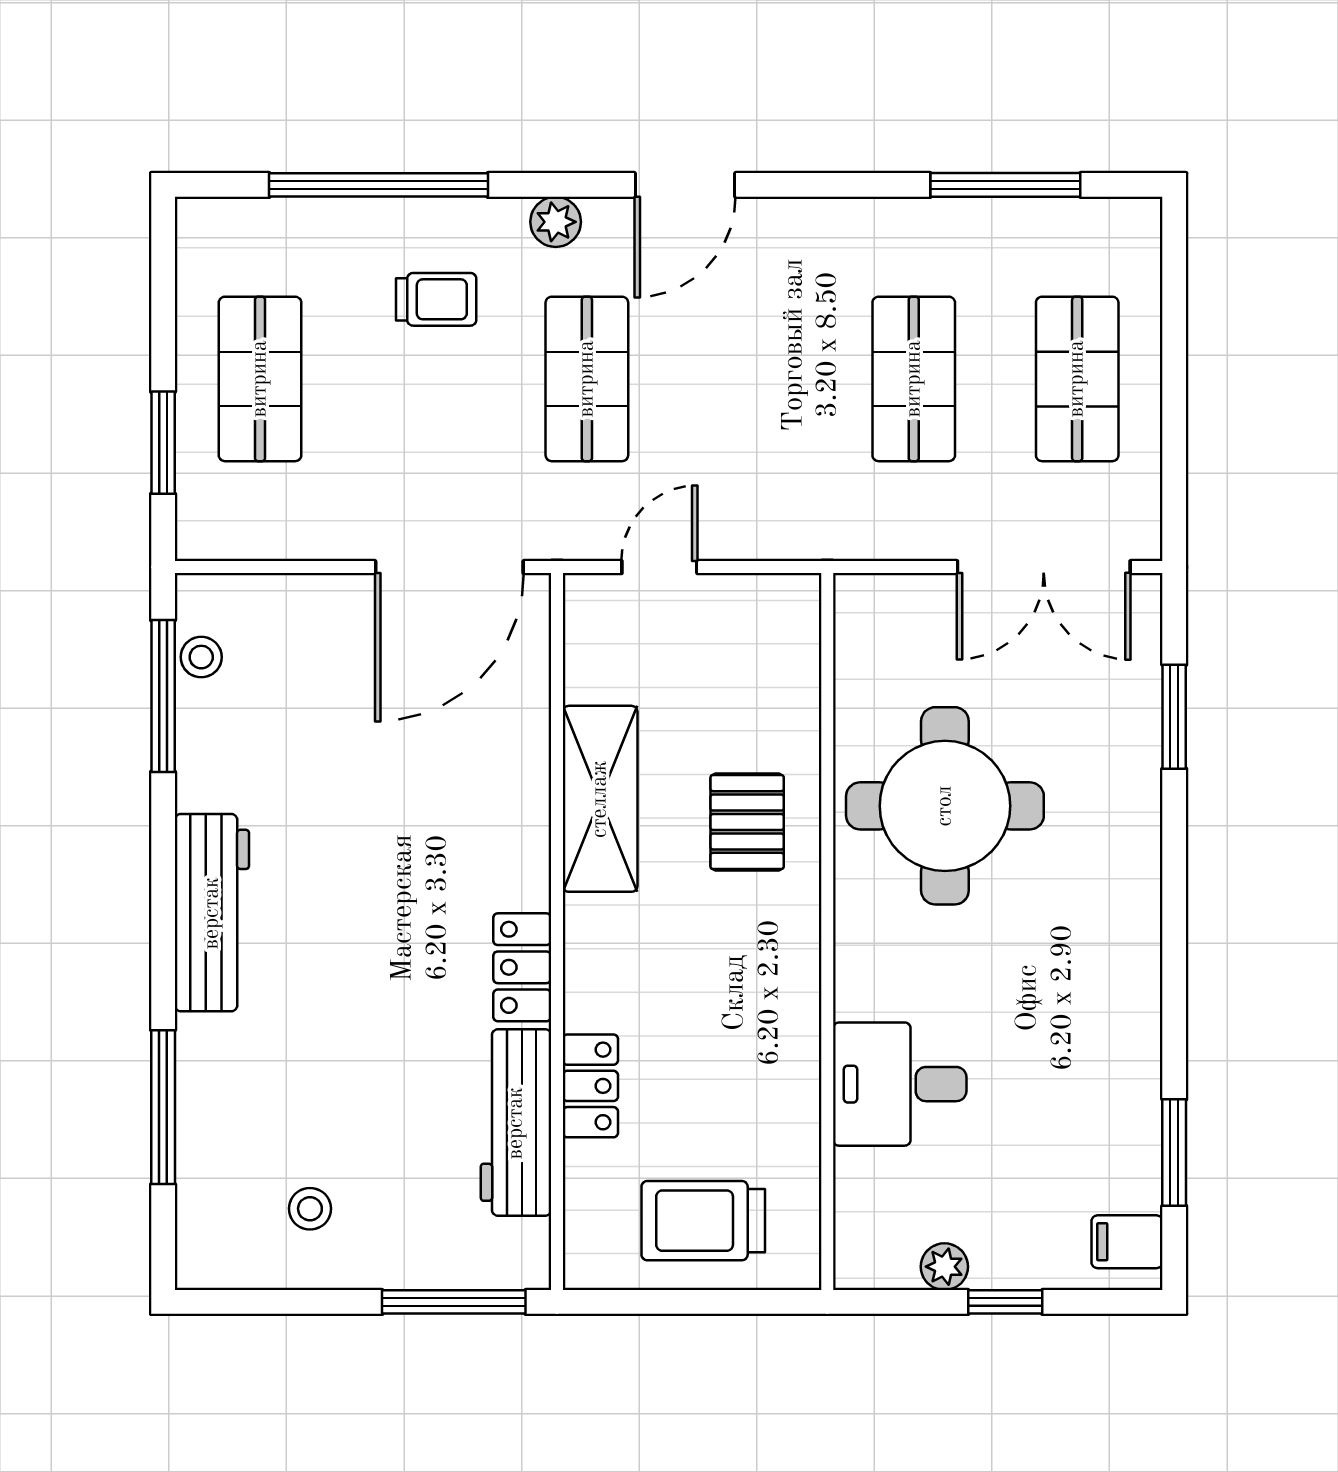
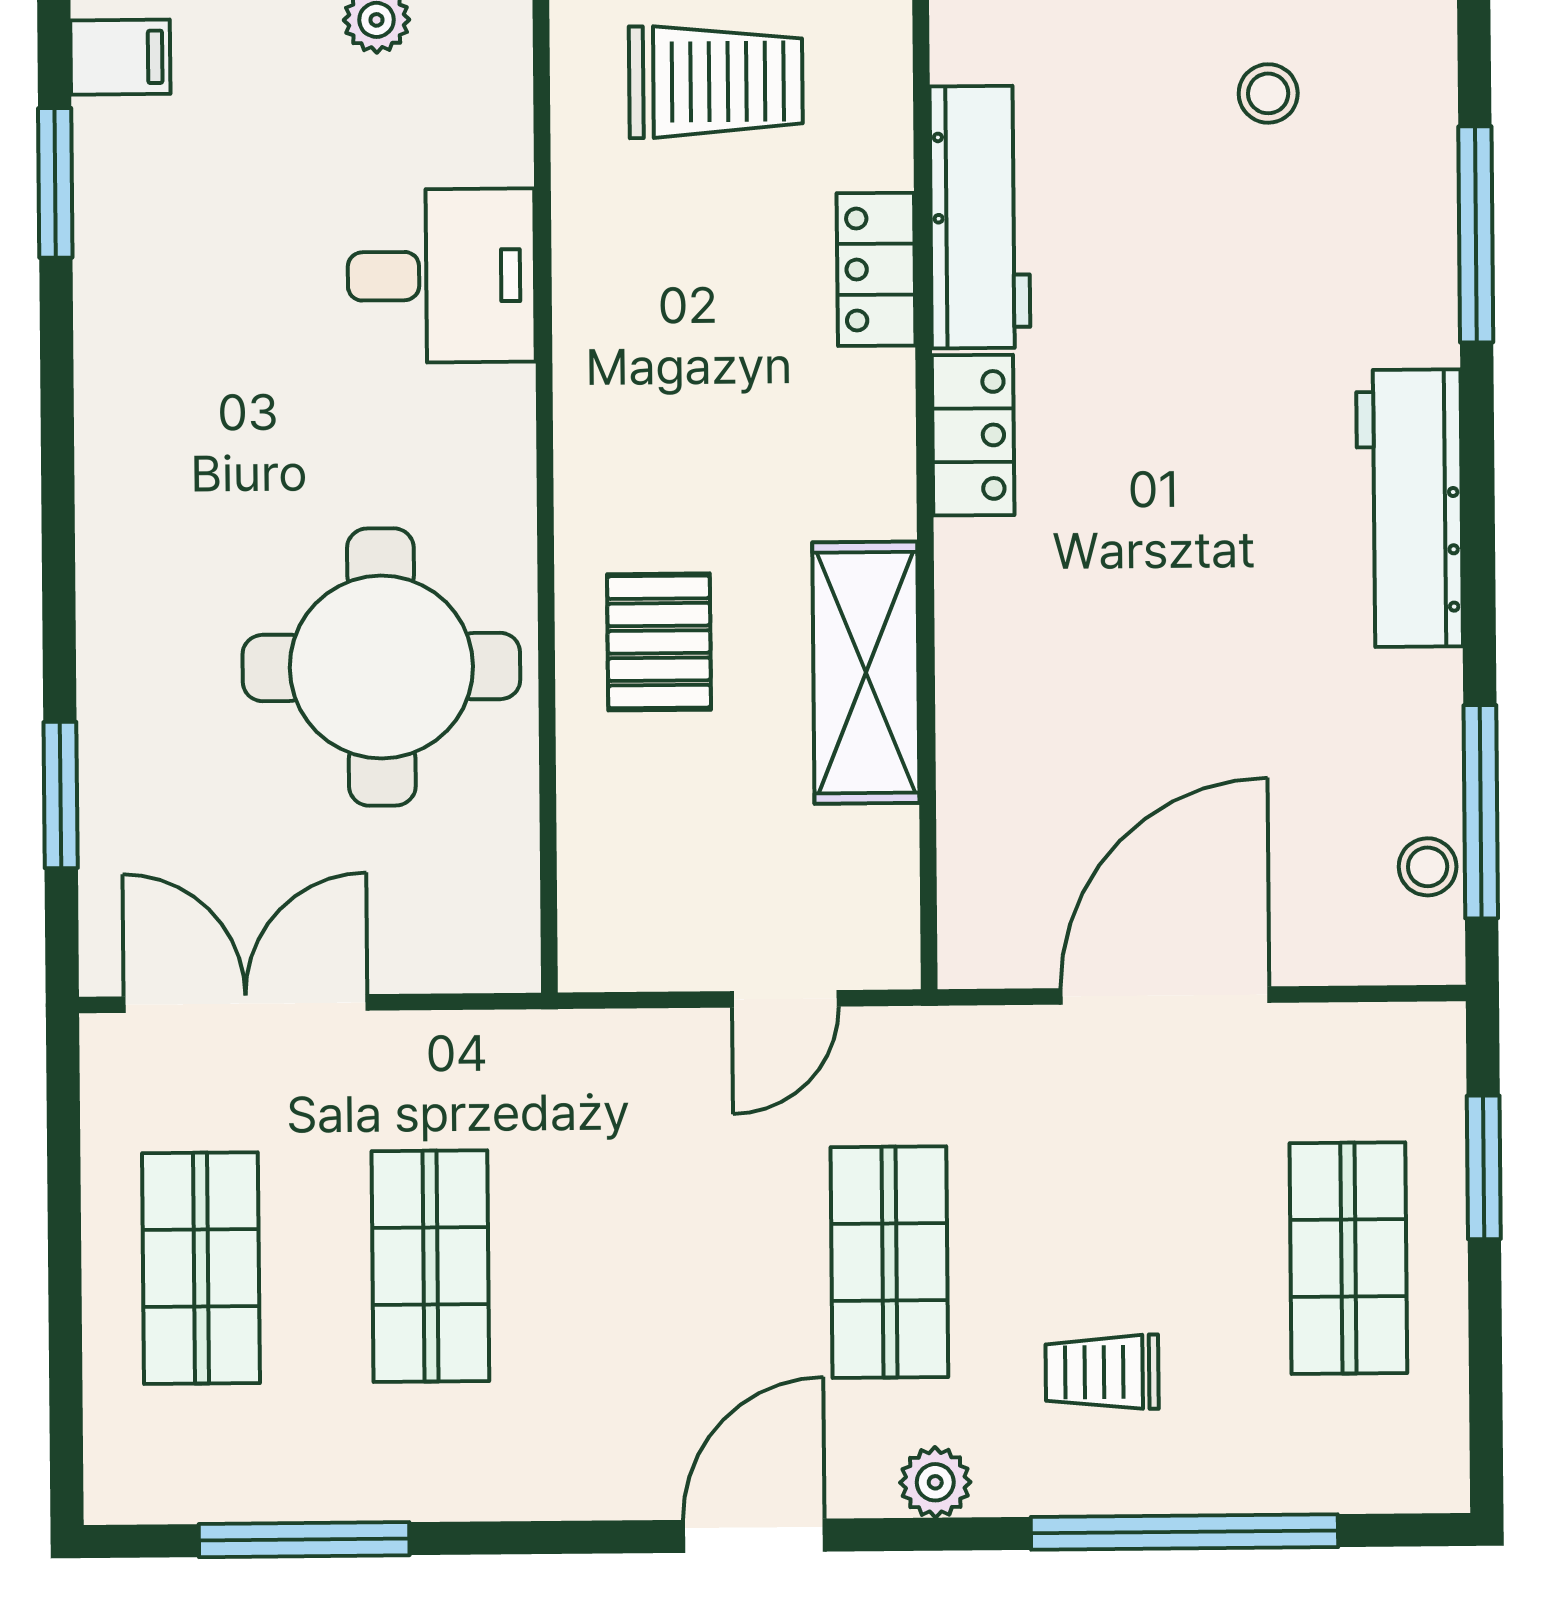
door: (449, 567) -> (1165, 996), moved

